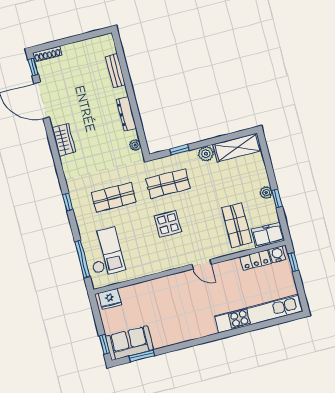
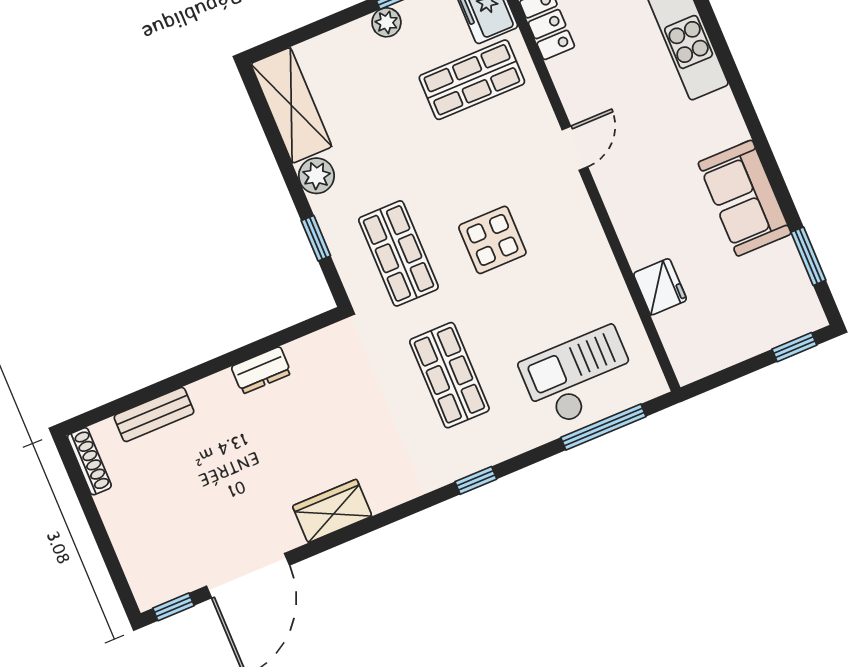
shoe rack: (47, 54) -> (89, 461), moved
dresser: (126, 114) -> (261, 370), width x0.70
plant: (135, 145) -> (320, 343), removed
fridge: (110, 299) -> (660, 287), moved
sofa: (129, 343) -> (745, 198), moved

